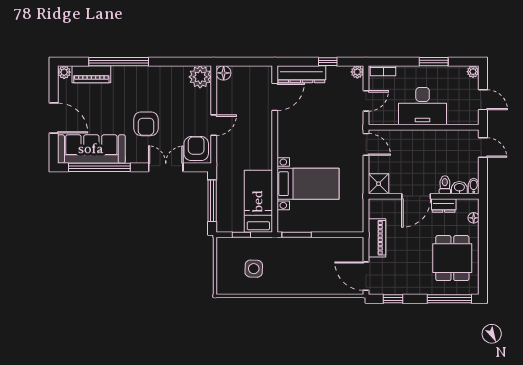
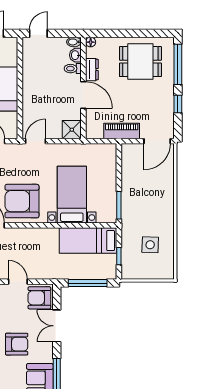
armchair: (301, 130) -> (22, 201), added
floor lamp: (474, 218) -> (91, 42), moved
window: (393, 299) -> (178, 104), moved

